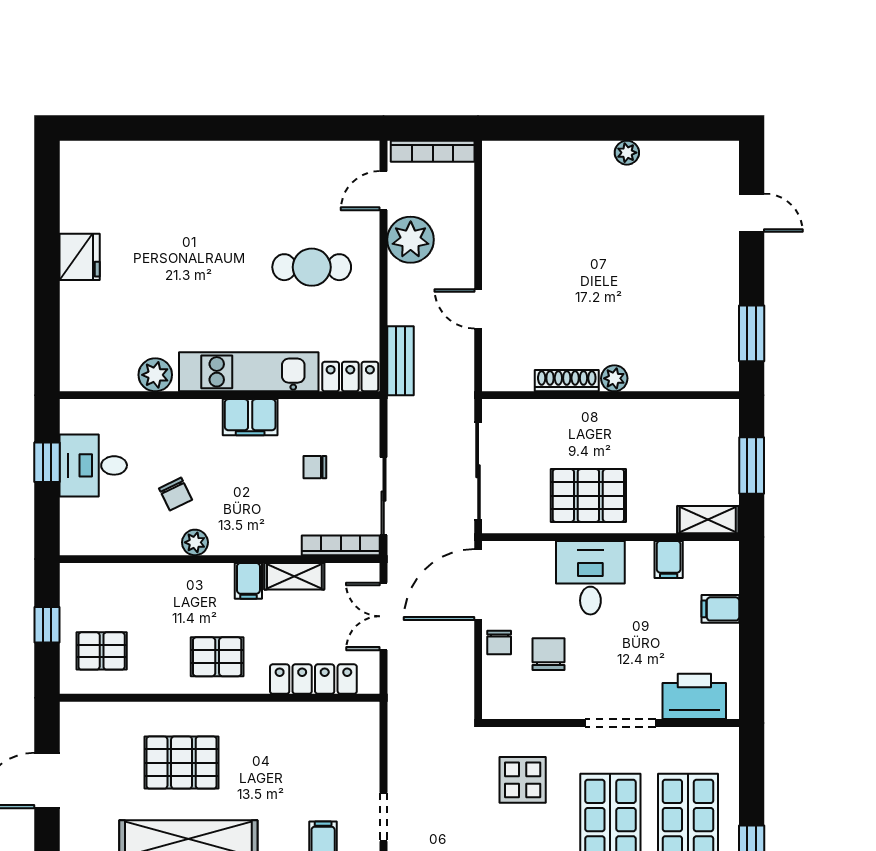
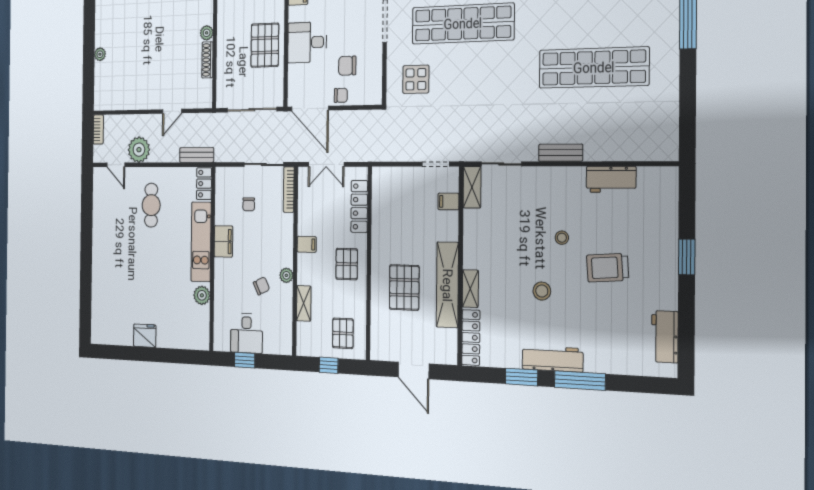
bookcase: (433, 151) -> (98, 129), width x0.64
plant: (627, 153) -> (100, 54), moved
shelving: (294, 576) -> (304, 303), moved

